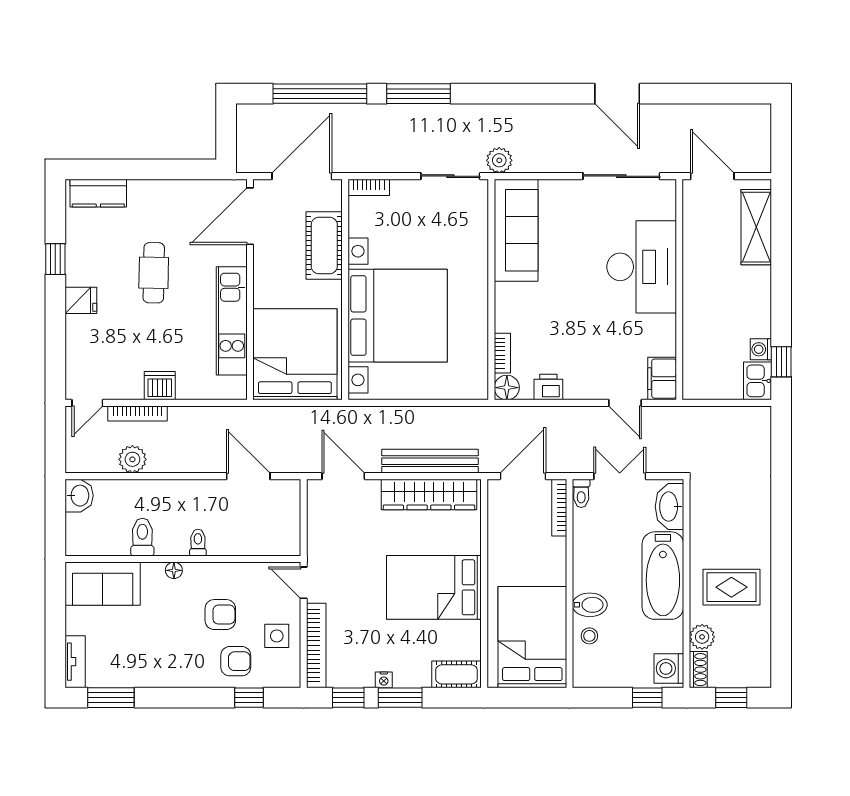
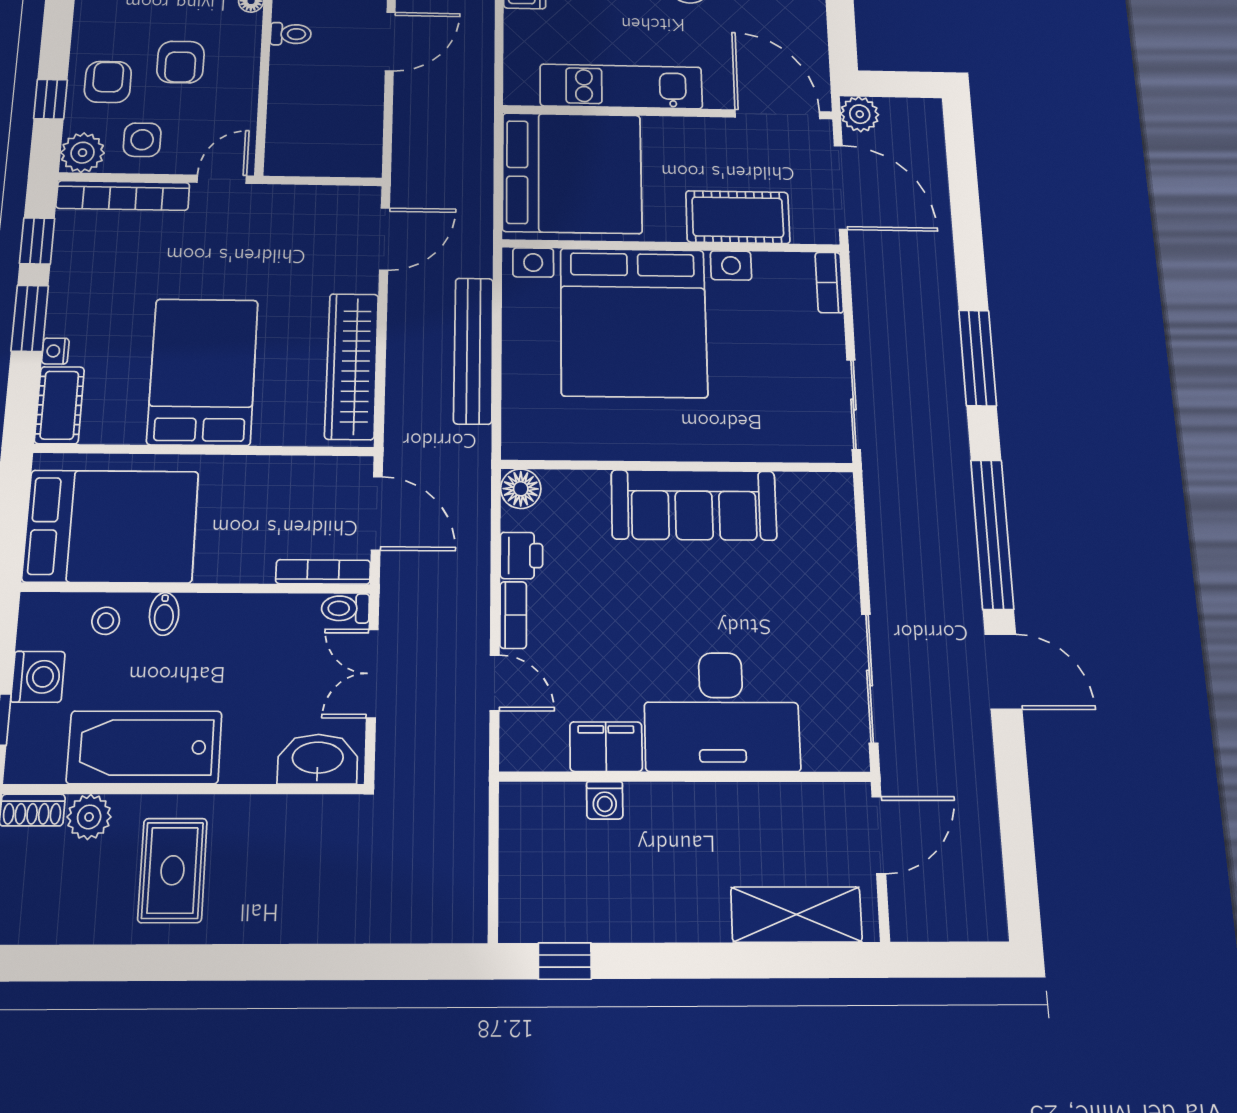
window: (320, 94) -> (992, 534), moved
door: (617, 94) -> (1003, 672), swing flipped
plant: (499, 160) -> (860, 114), moved
sofa: (516, 230) -> (694, 505), moved
washing machine: (761, 349) -> (605, 800), moved, turned 180
bookcase: (502, 353) -> (513, 615), moved, turned -90
filing cabinet: (662, 379) -> (606, 747), moved
kitchen sink: (758, 381) -> (531, 917), removed
door: (625, 403) -> (495, 683), swing flipped
bench: (430, 461) -> (473, 350), moved
door: (248, 476) -> (390, 41), moved
double door: (620, 476) -> (372, 673), swing flipped
bathtub: (663, 576) -> (144, 747), moved
bidet: (590, 605) -> (164, 614), width x0.72, depth x0.74
armchair: (236, 661) -> (108, 82), turned 180
washing machine: (669, 668) -> (38, 677), moved, turned 90
plant: (287, 674) -> (83, 153), added
nightstand: (384, 680) -> (55, 351), moved

